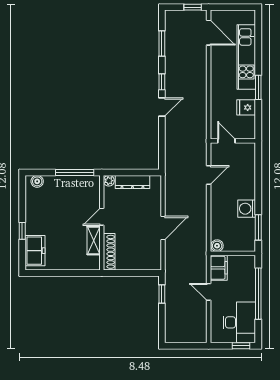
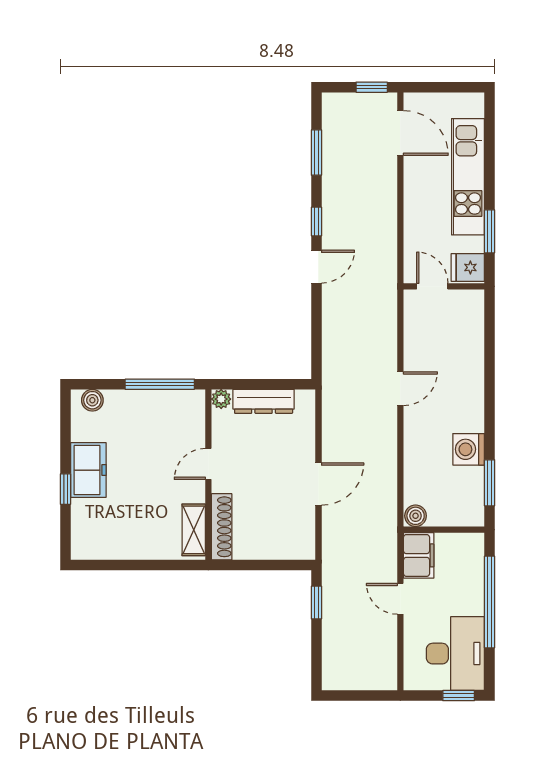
door: (226, 141) -> (432, 286), moved
wall: (233, 141) -> (444, 286), moved
shelving: (94, 240) -> (194, 530), moved
freezer: (35, 251) -> (88, 470), moved

